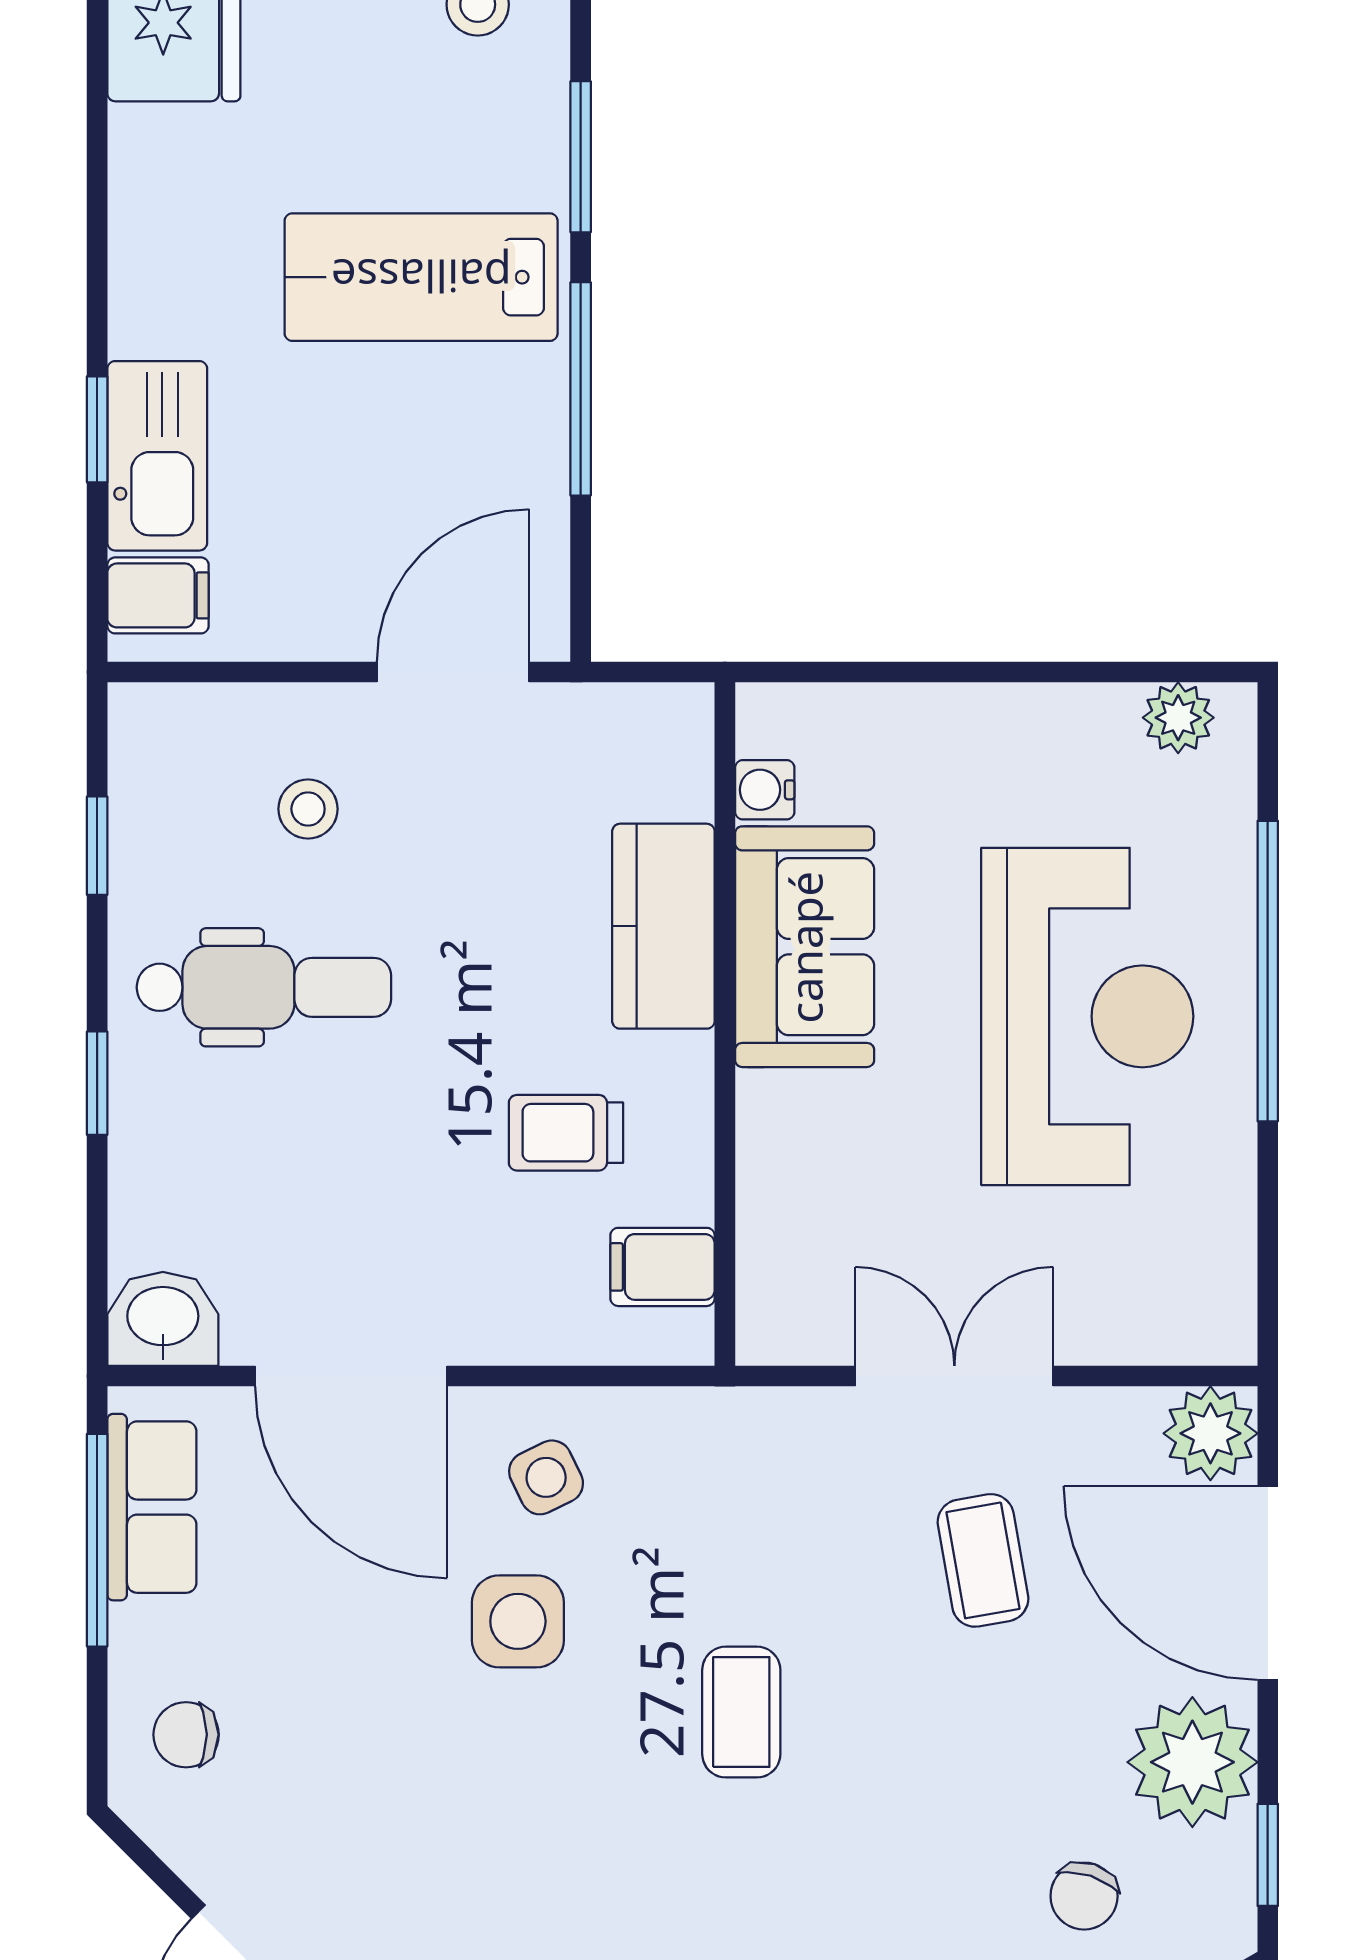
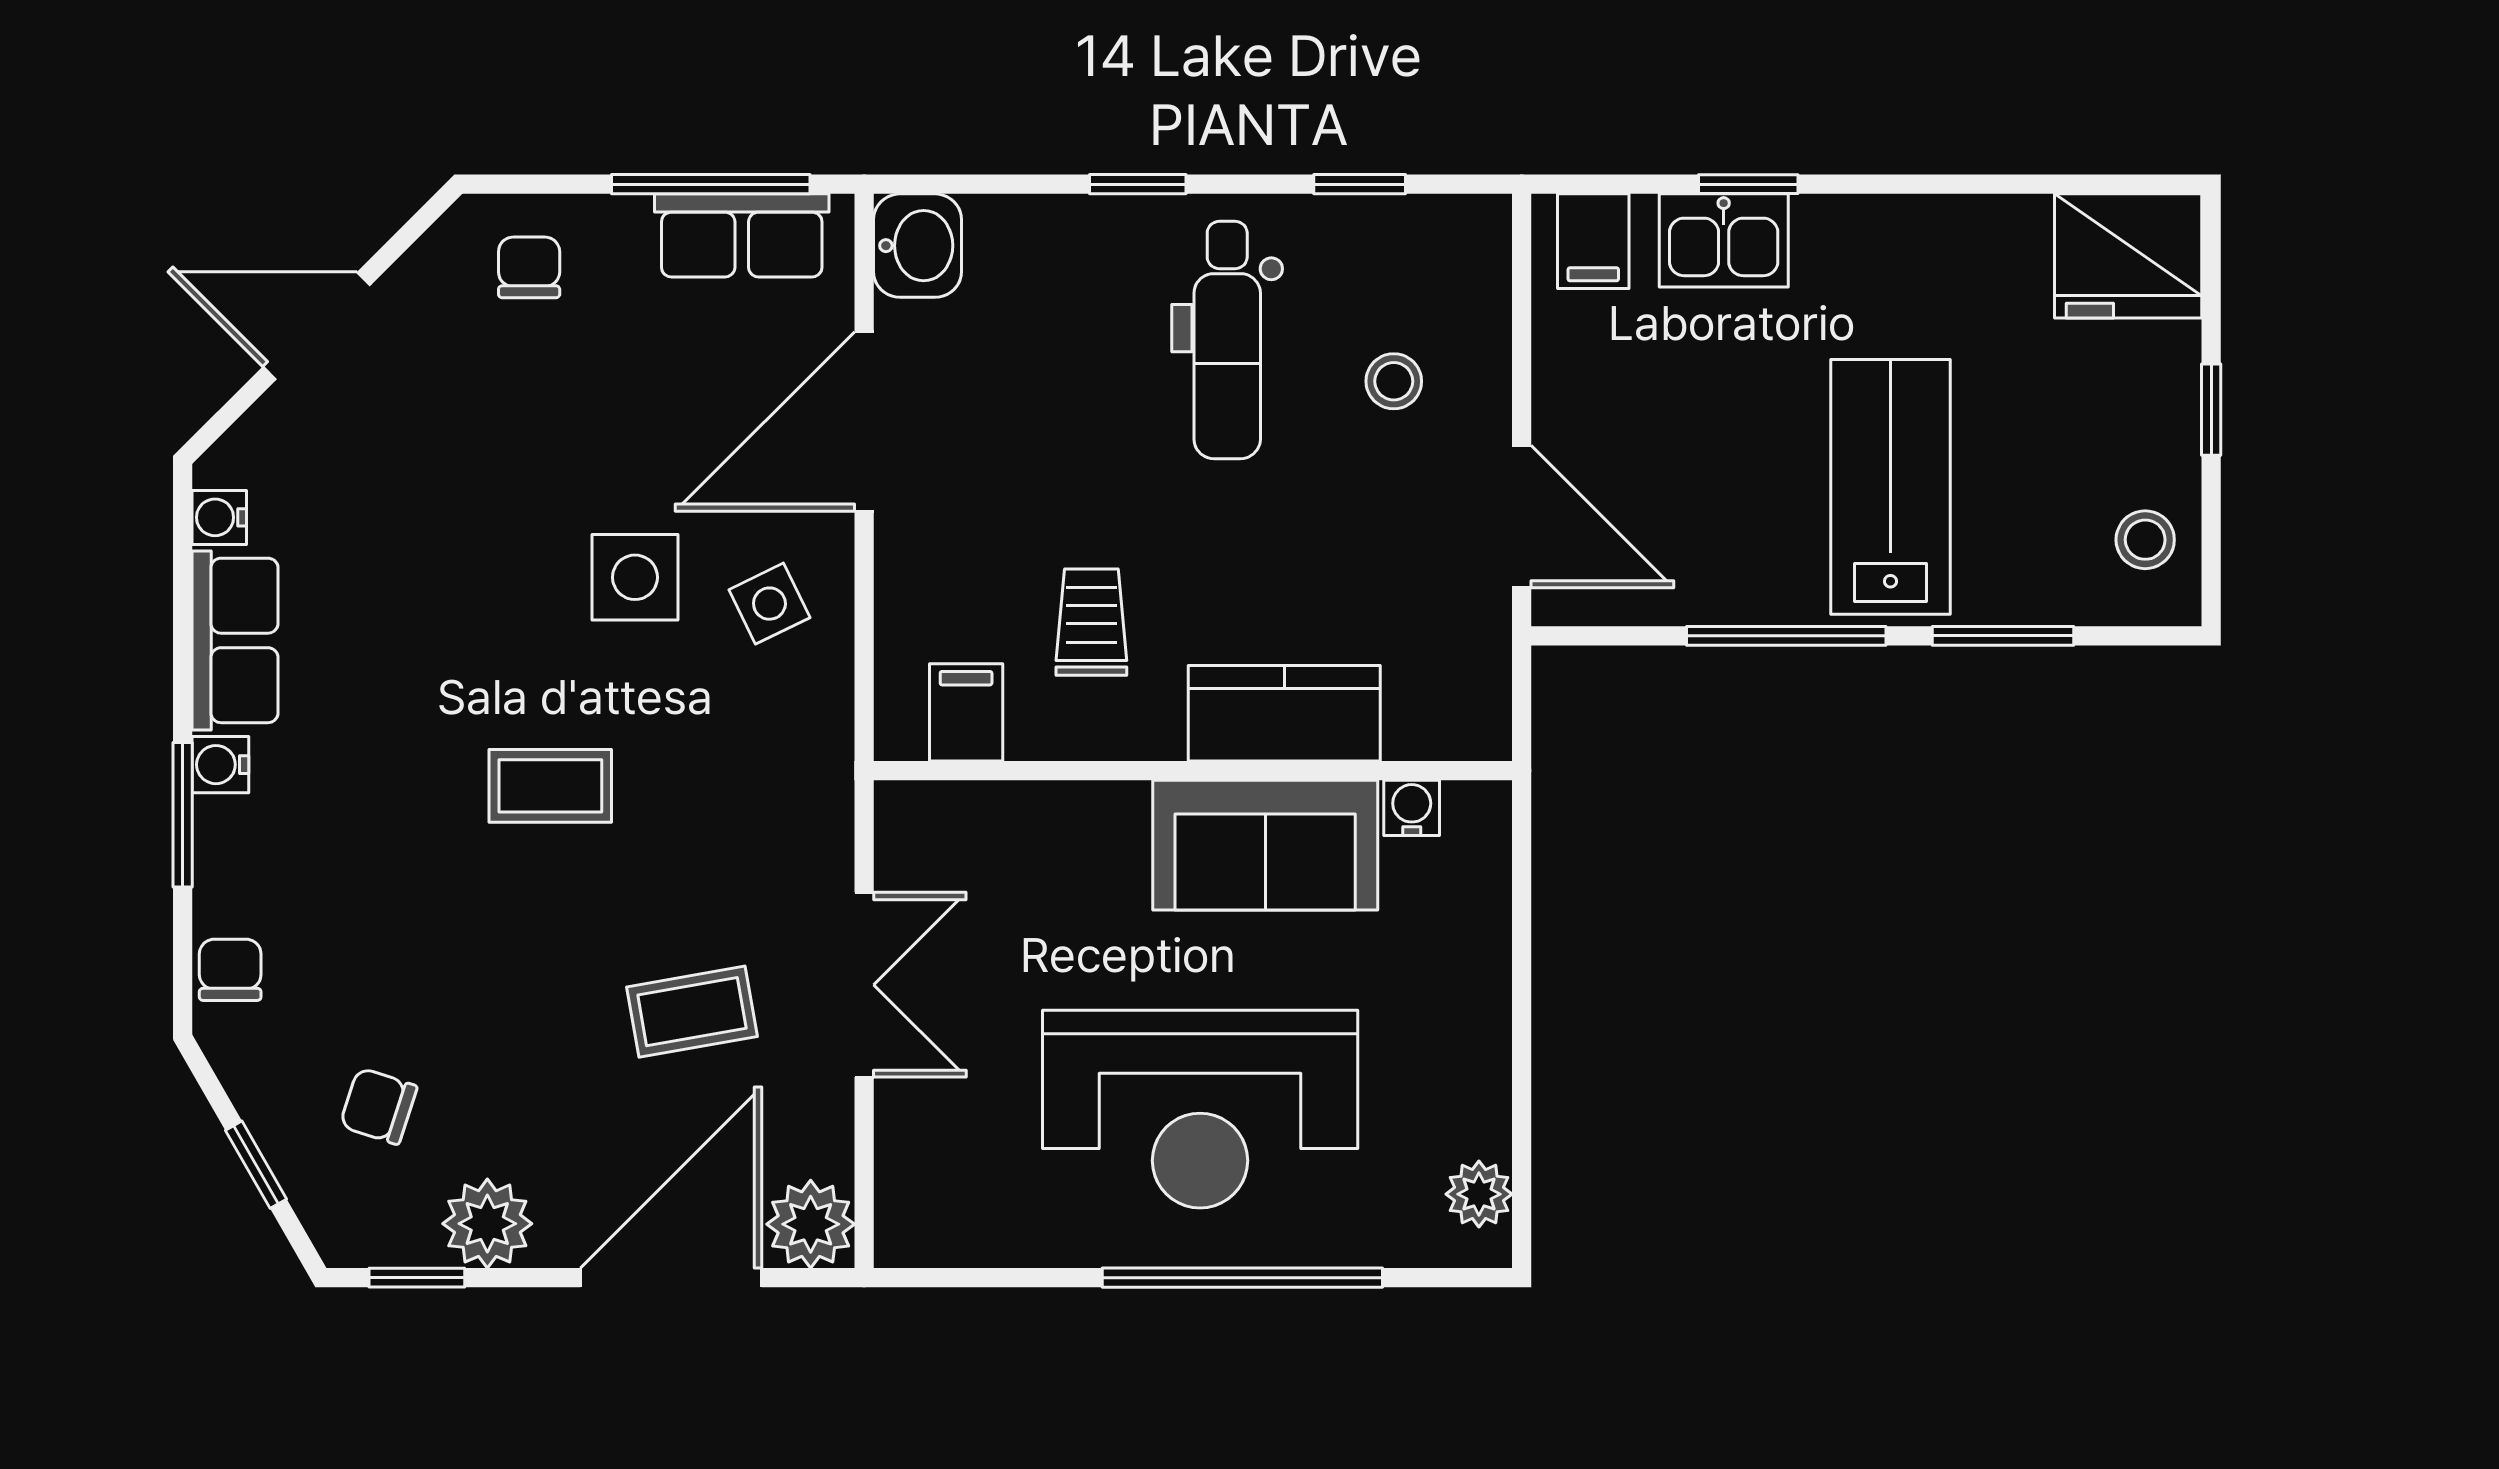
kitchen sink: (157, 456) -> (1724, 240), width x0.73
plant: (1192, 1762) -> (487, 1224), width x0.73, depth x0.73

